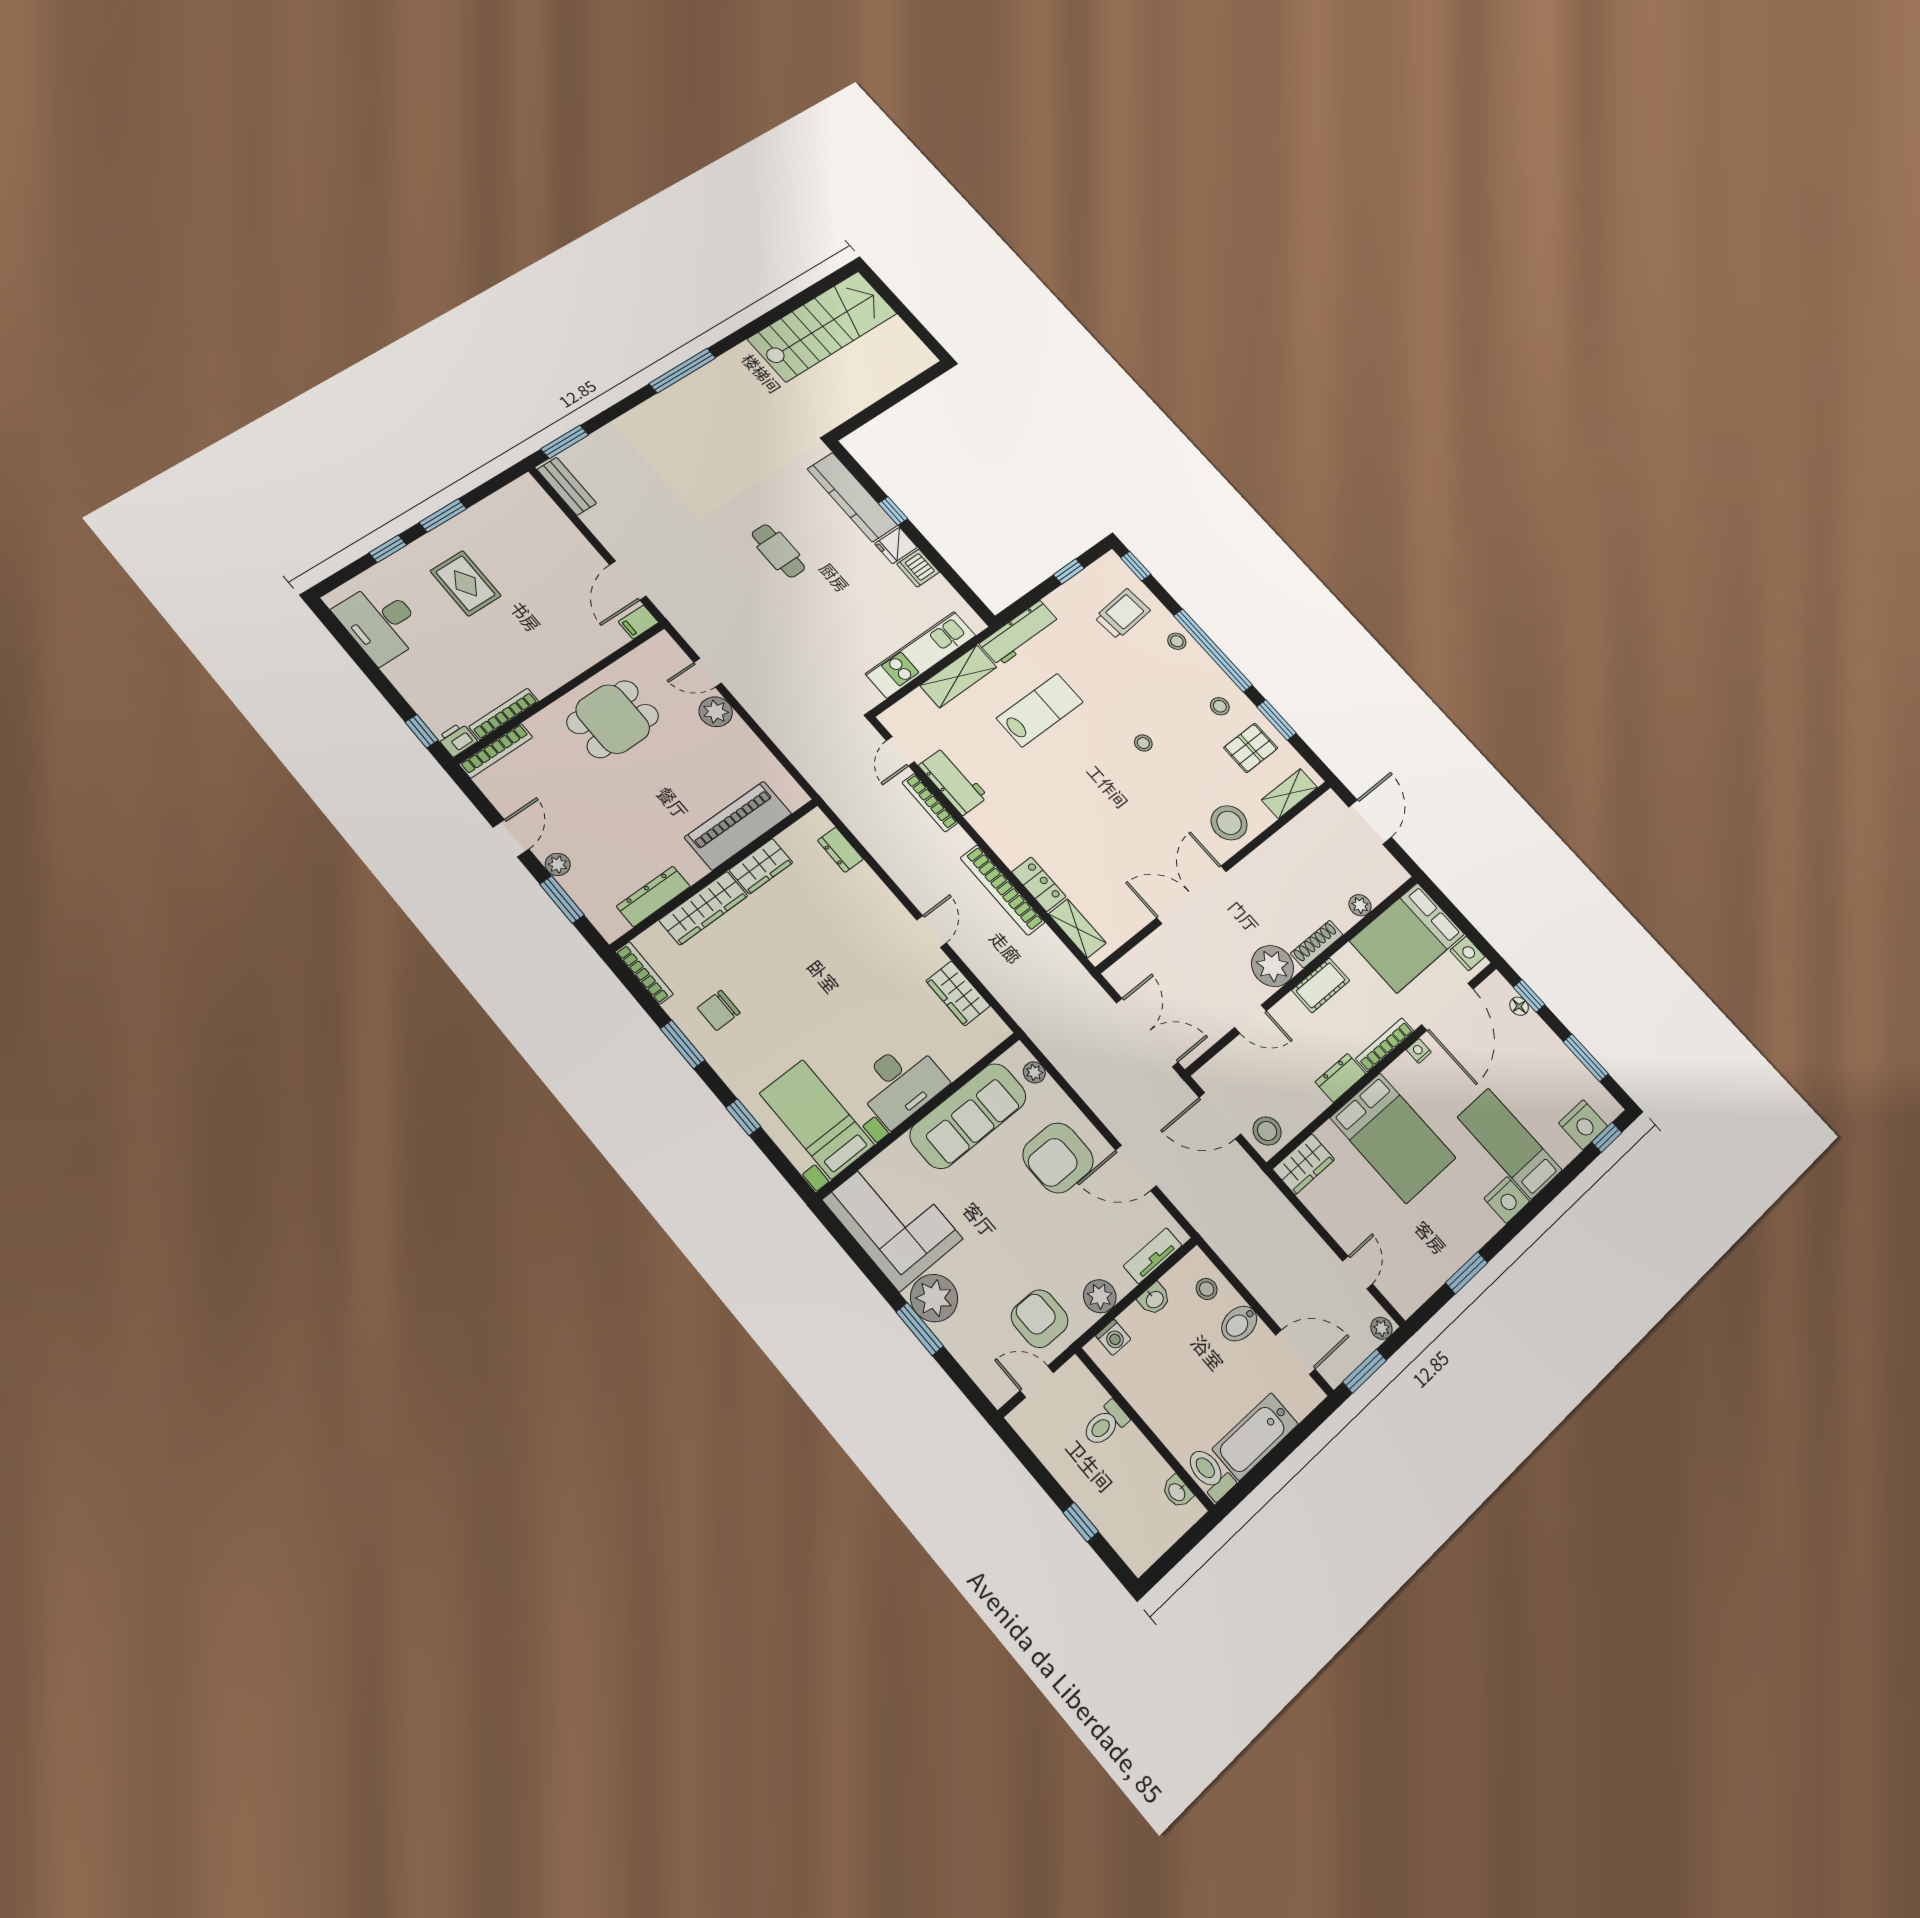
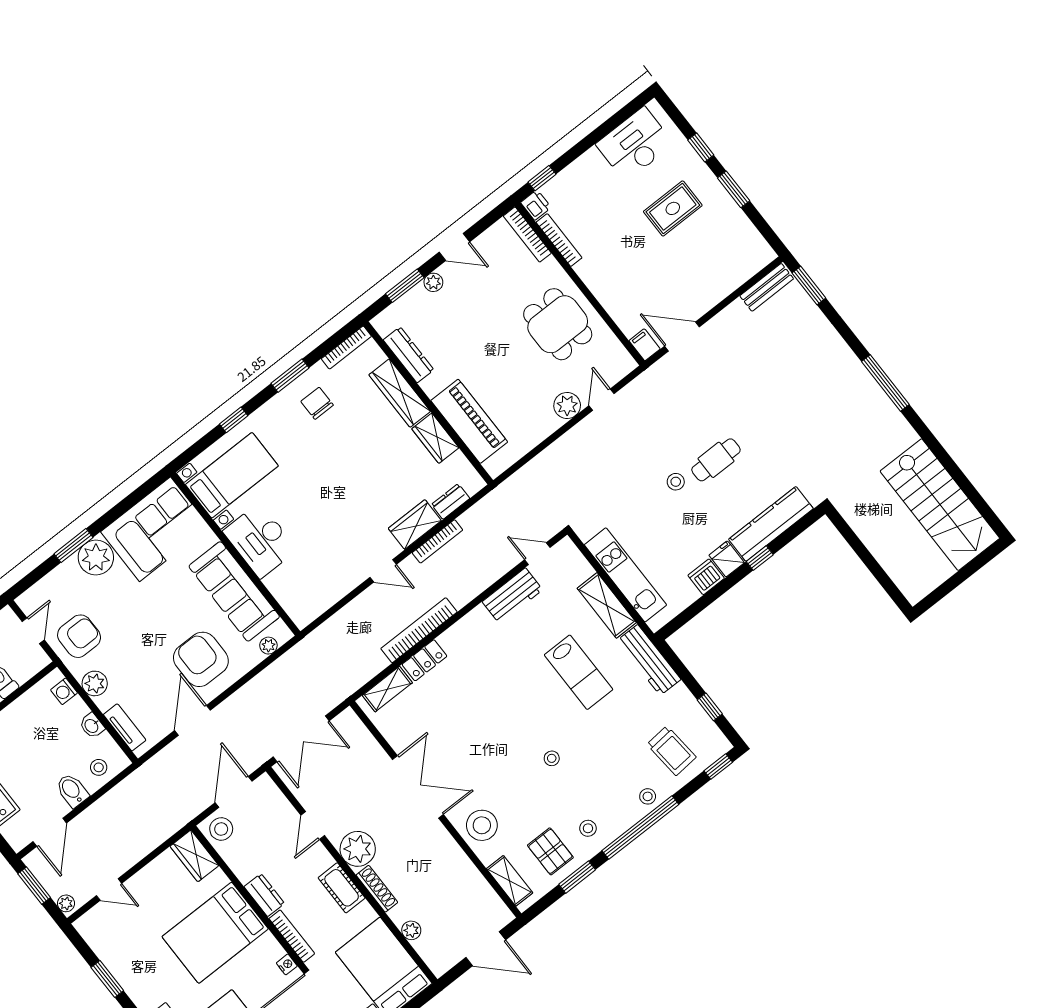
stool: (806, 595) -> (676, 482), added
bookcase: (930, 803) -> (437, 541), moved, turned 180
wardrobe: (958, 993) -> (415, 524), moved

